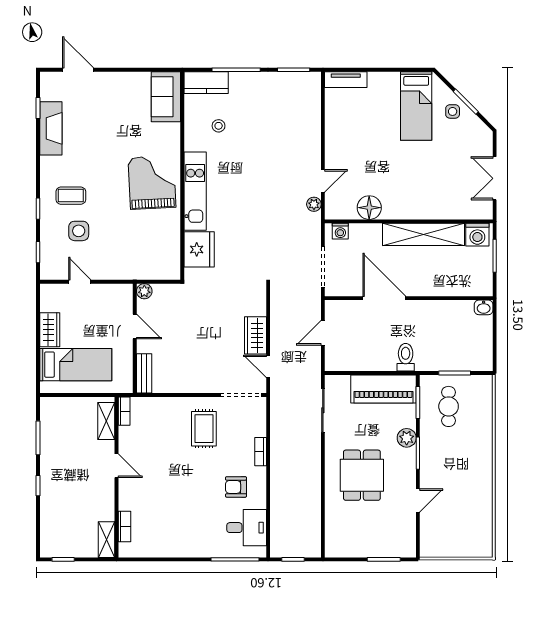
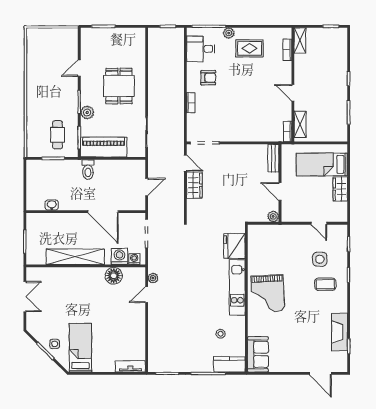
washing machine: (477, 235) -> (119, 257), moved
washbasin: (484, 307) -> (52, 205), moved
rug: (204, 429) -> (250, 48), moved, turned 90
plant: (207, 550) -> (229, 33), added

